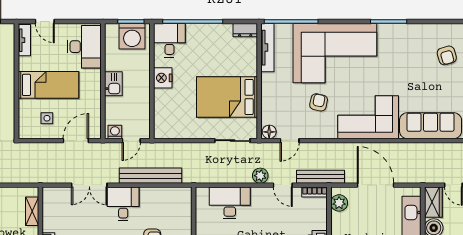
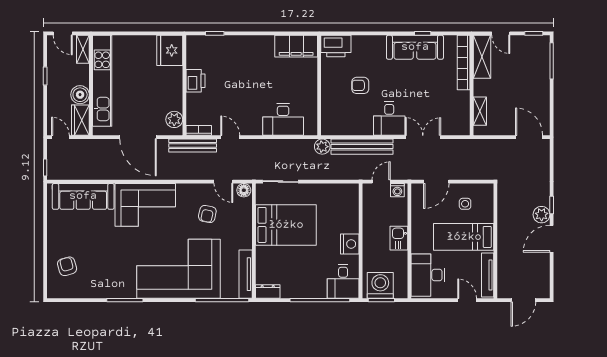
tv unit: (24, 40) -> (488, 275), width x1.41
armchair: (319, 102) -> (207, 214), moved
door: (290, 141) -> (223, 182), swing flipped
plant: (260, 176) -> (322, 147), moved

